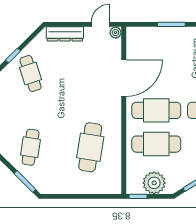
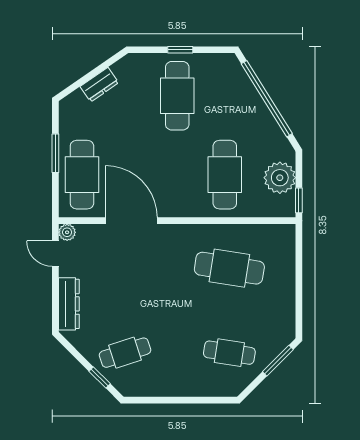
cafe table: (156, 110) -> (82, 175), moved

